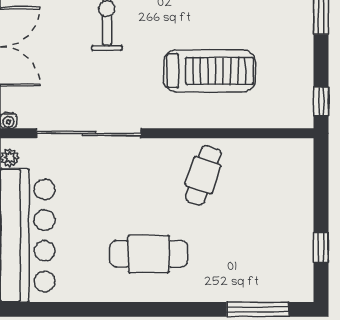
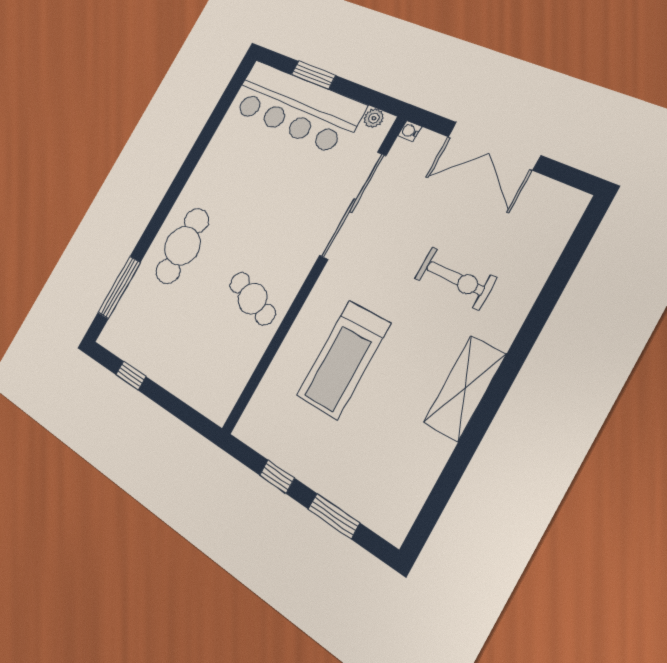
window: (321, 102) -> (277, 477), moved
cafe table: (149, 254) -> (182, 246), moved

